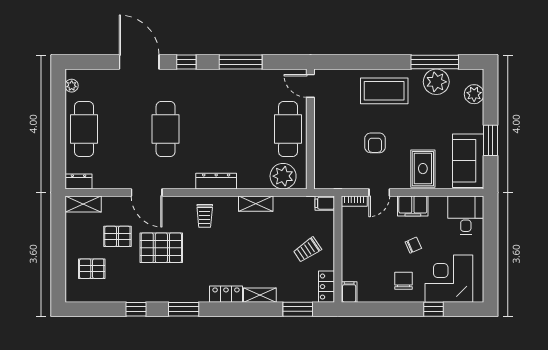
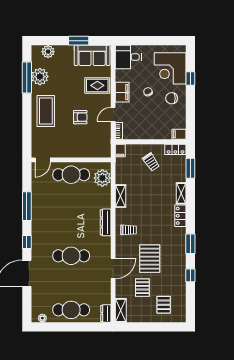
door: (379, 193) -> (113, 114), swing flipped

